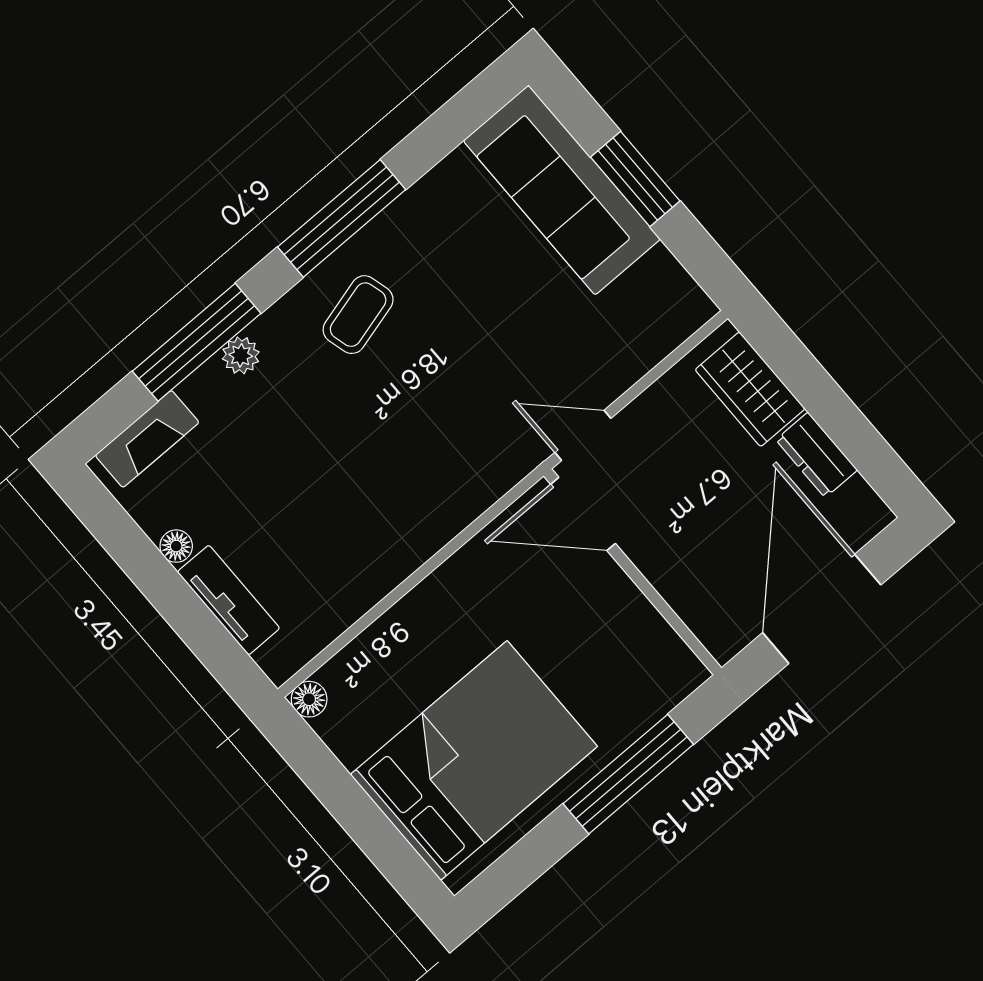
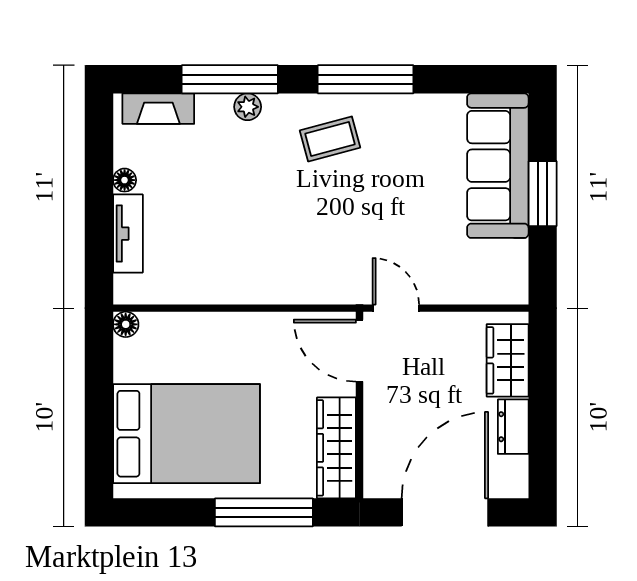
wardrobe: (647, 639) -> (336, 448), added

